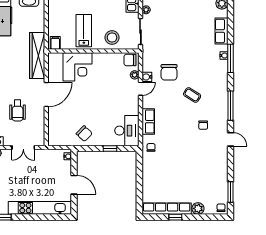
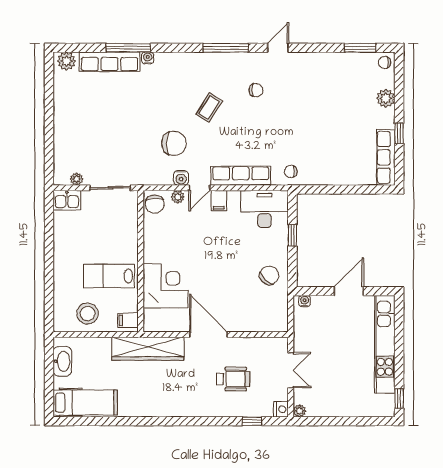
row of seats: (222, 31) -> (110, 62), width x1.48
stool: (112, 38) -> (88, 314), moved
window: (230, 58) -> (128, 48), moved
door: (140, 89) -> (199, 188), swing flipped
filing cabinet: (132, 101) -> (219, 201), added
row of seats: (148, 122) -> (241, 176), width x1.48
row of seats: (167, 209) -> (386, 157), width x0.73

